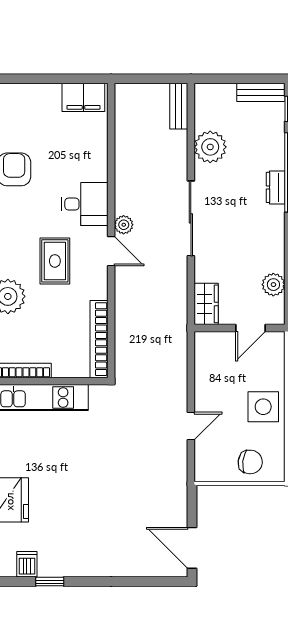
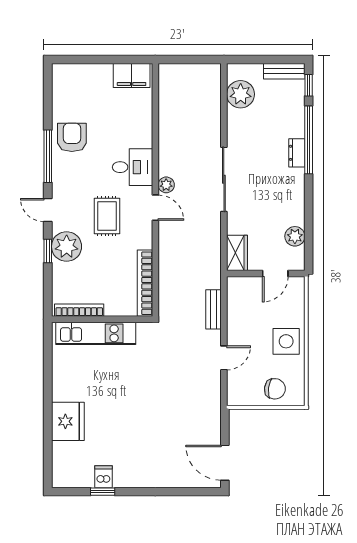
bench: (179, 106) -> (213, 309), moved
plant: (210, 147) -> (241, 94), moved
dishwasher: (27, 564) -> (104, 477), moved

